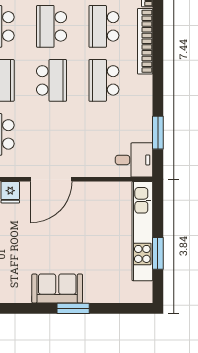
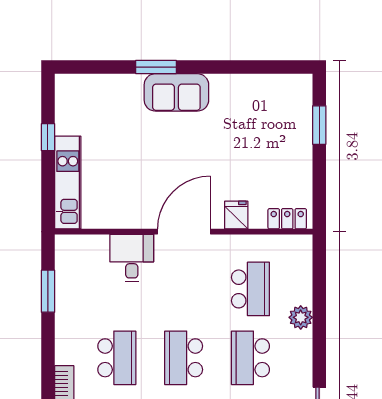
desk: (134, 160) -> (132, 258), moved, turned 90
kitchen unit: (142, 231) -> (68, 183), width x0.73
window: (158, 253) -> (48, 137), width x0.67

